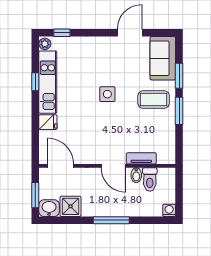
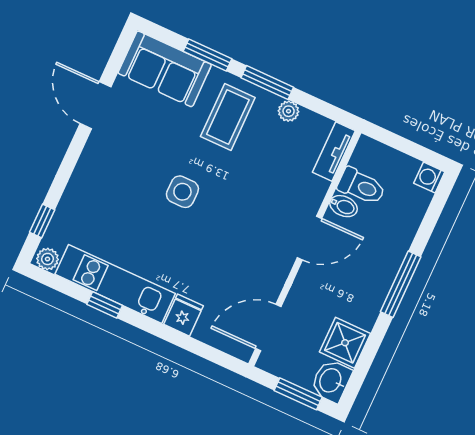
plant: (170, 128) -> (289, 111), added
tv unit: (141, 158) -> (334, 152), moved

